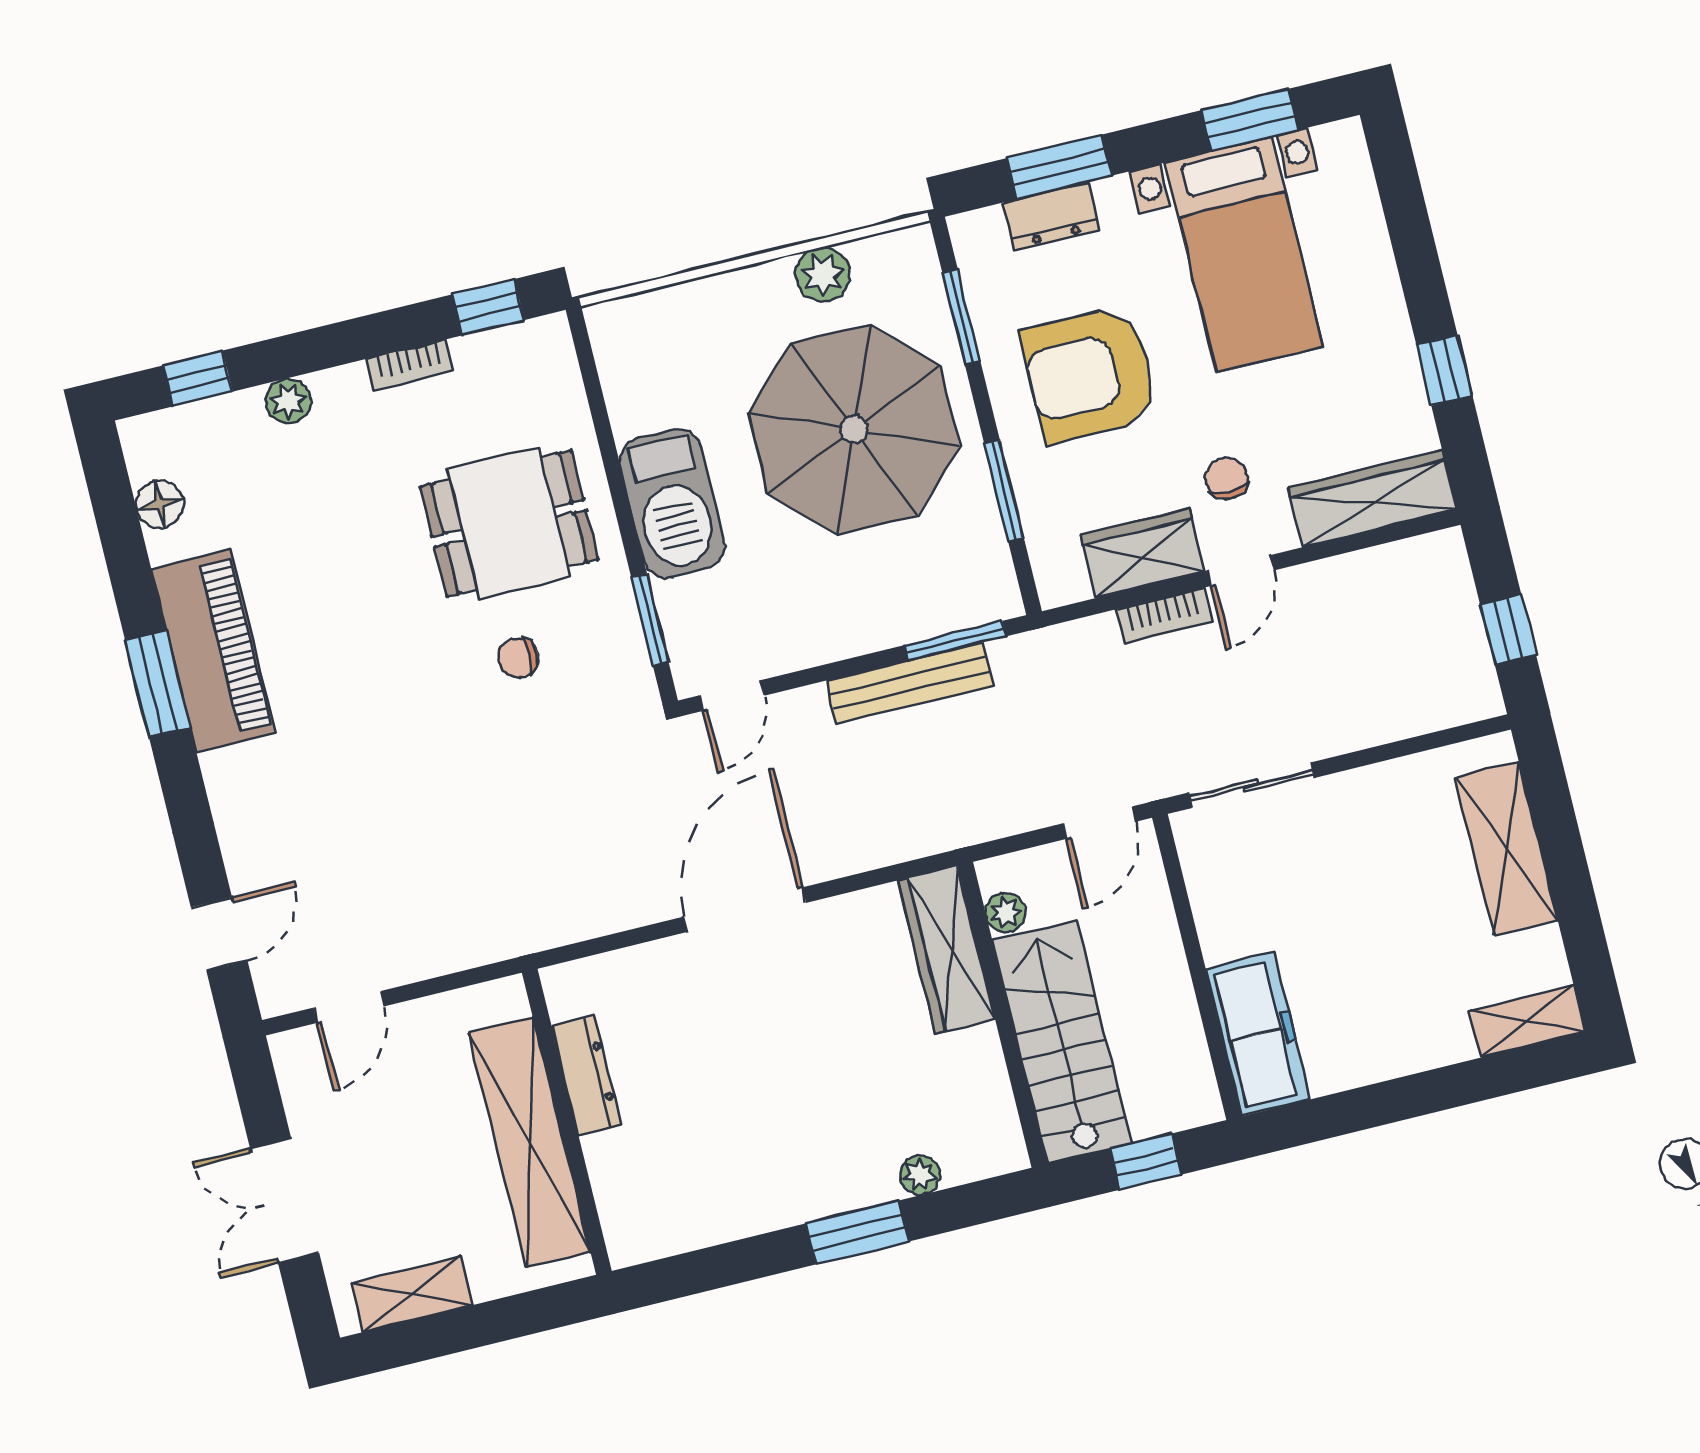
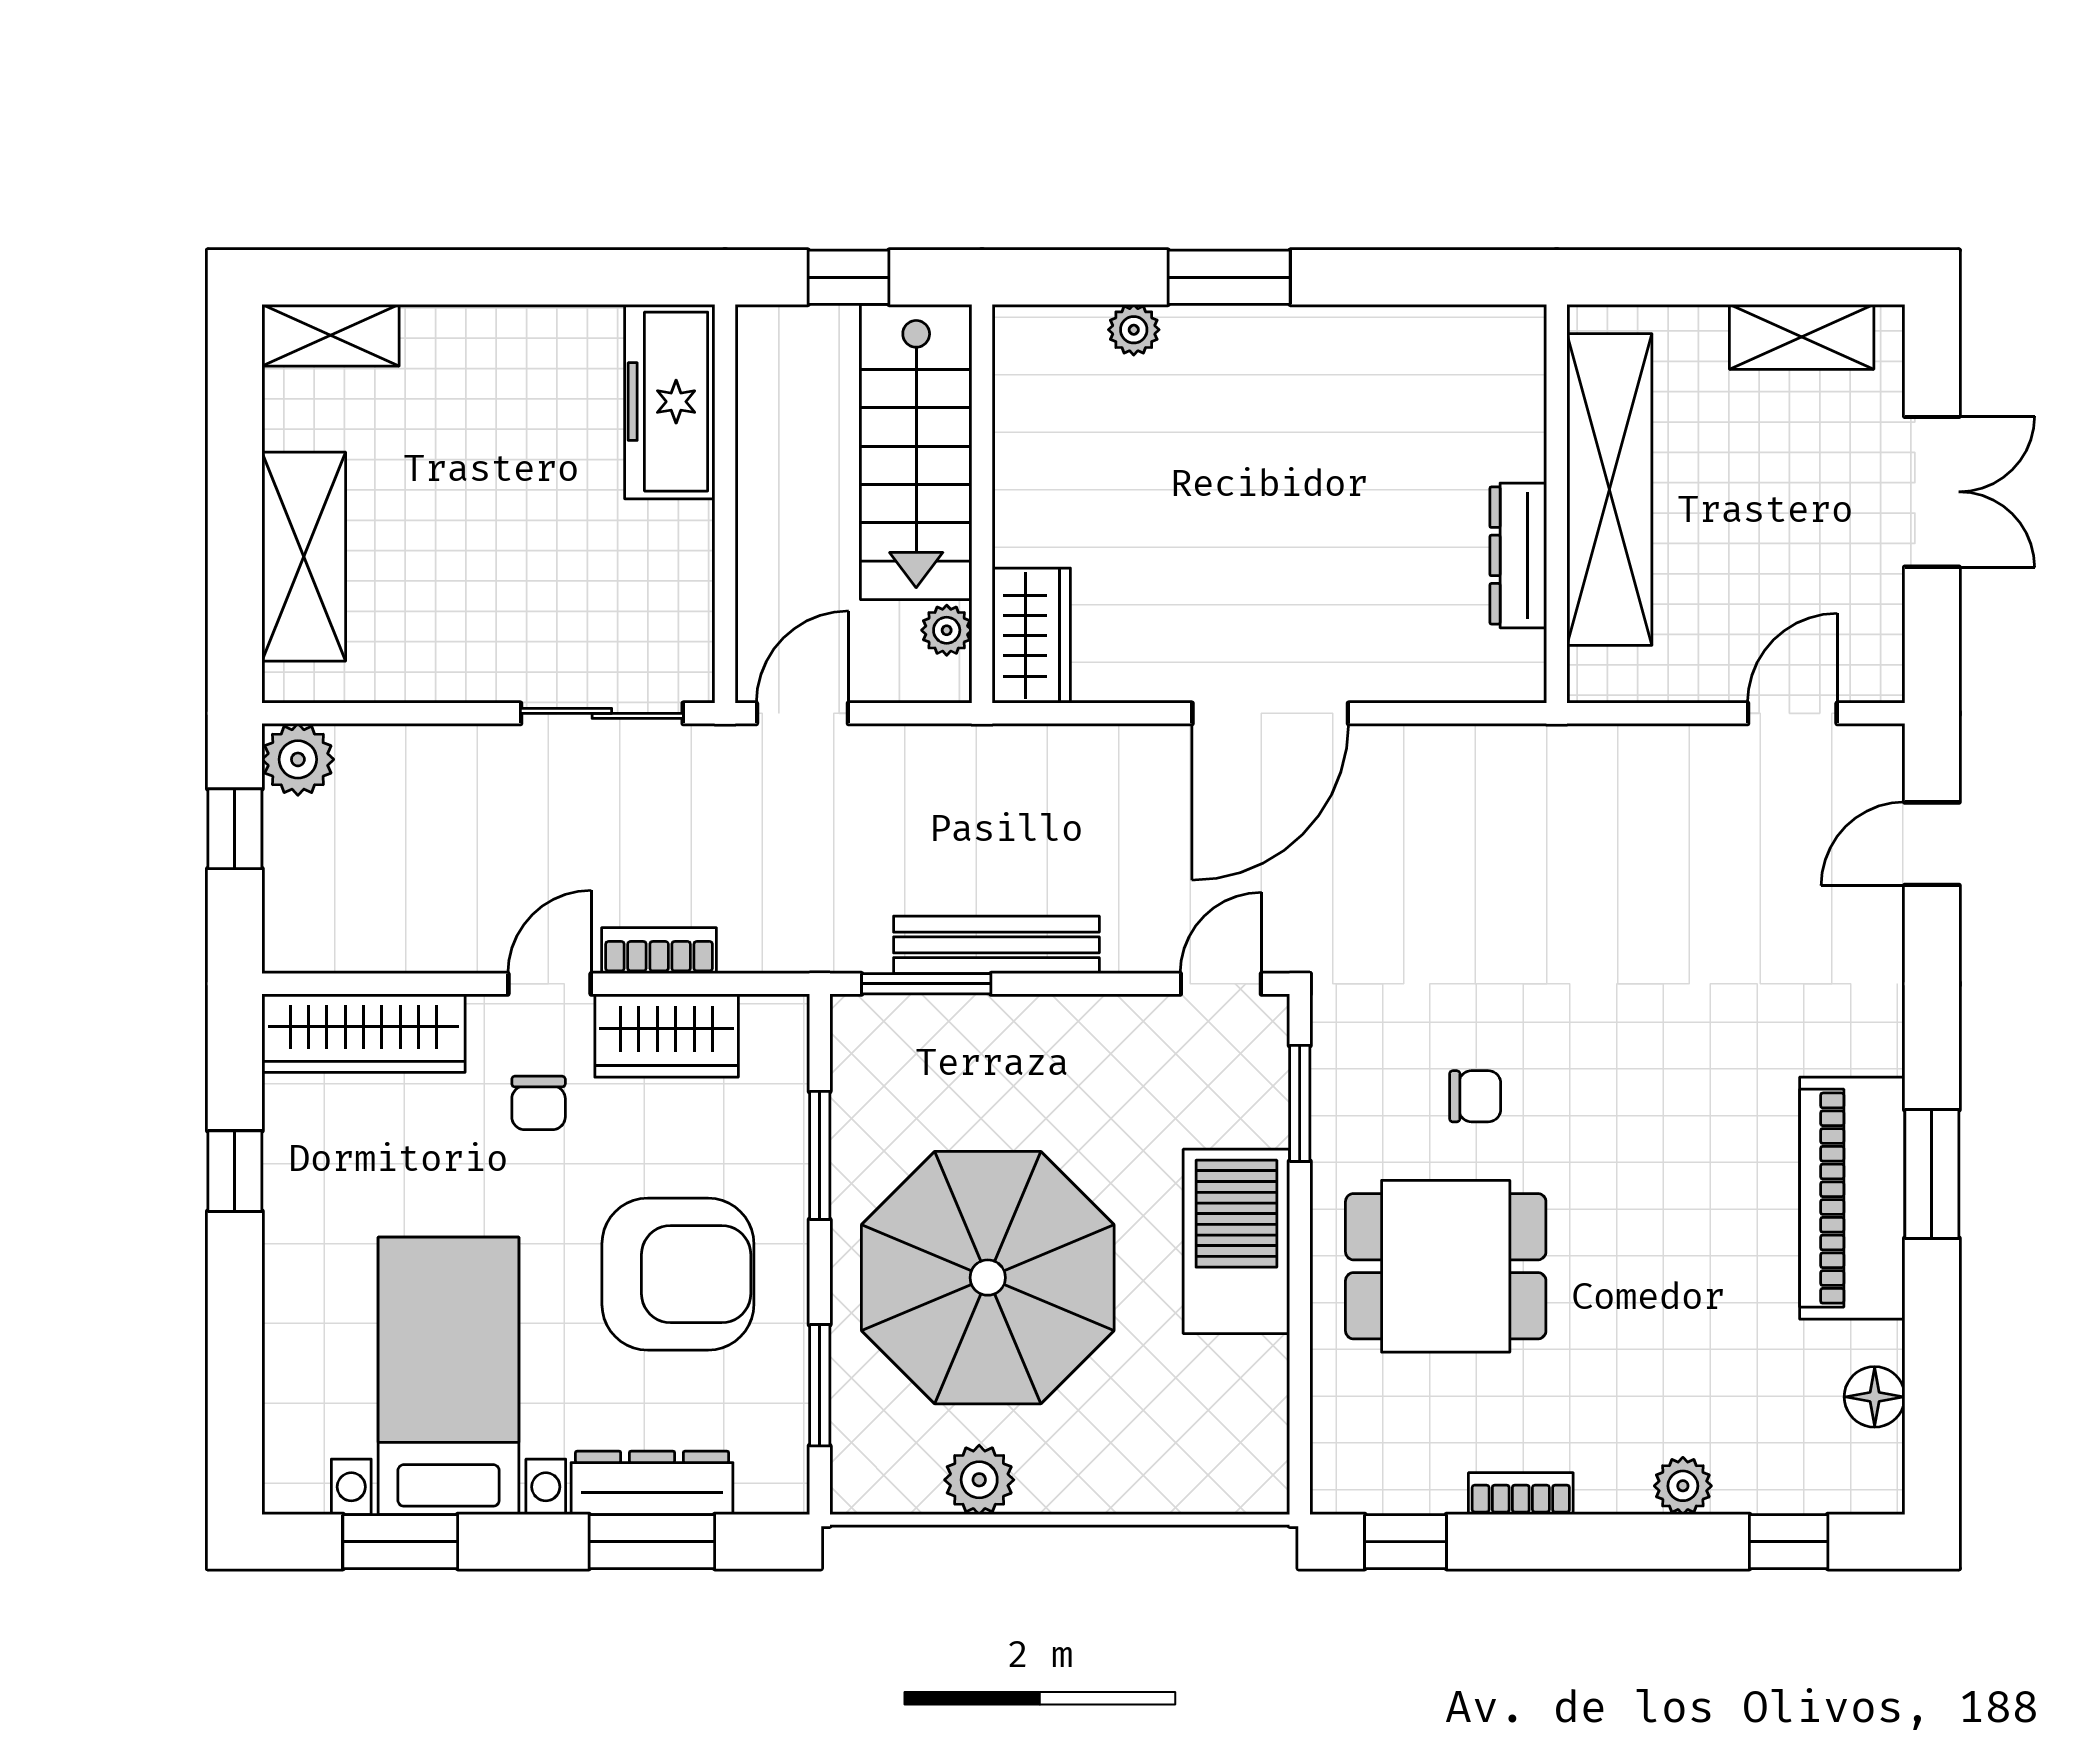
dresser: (1051, 216) -> (652, 1483), width x1.44
plant: (1473, 694) -> (298, 759), added
wardrobe: (947, 950) -> (1031, 636), width x0.67

